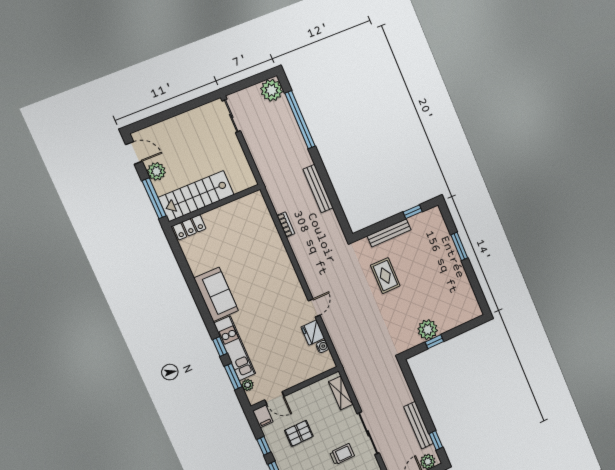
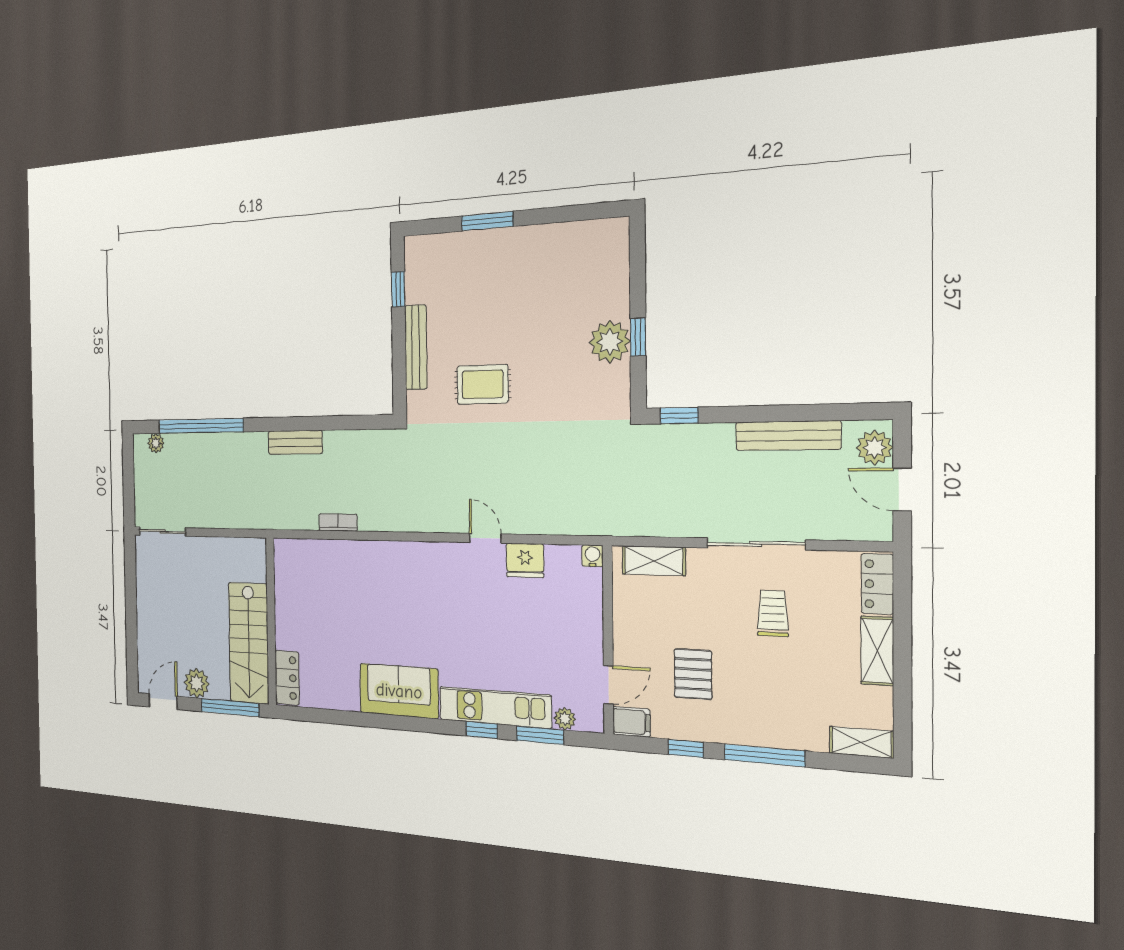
plant: (272, 90) -> (156, 443), width x0.53, depth x0.53
bench: (318, 189) -> (295, 442), width x0.73
water cooler: (322, 346) -> (592, 556), moved
window: (436, 440) -> (679, 416), moved

